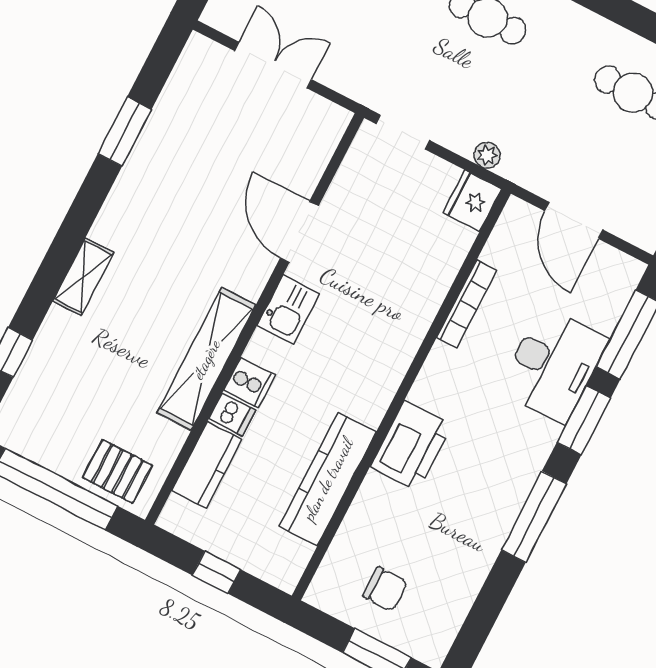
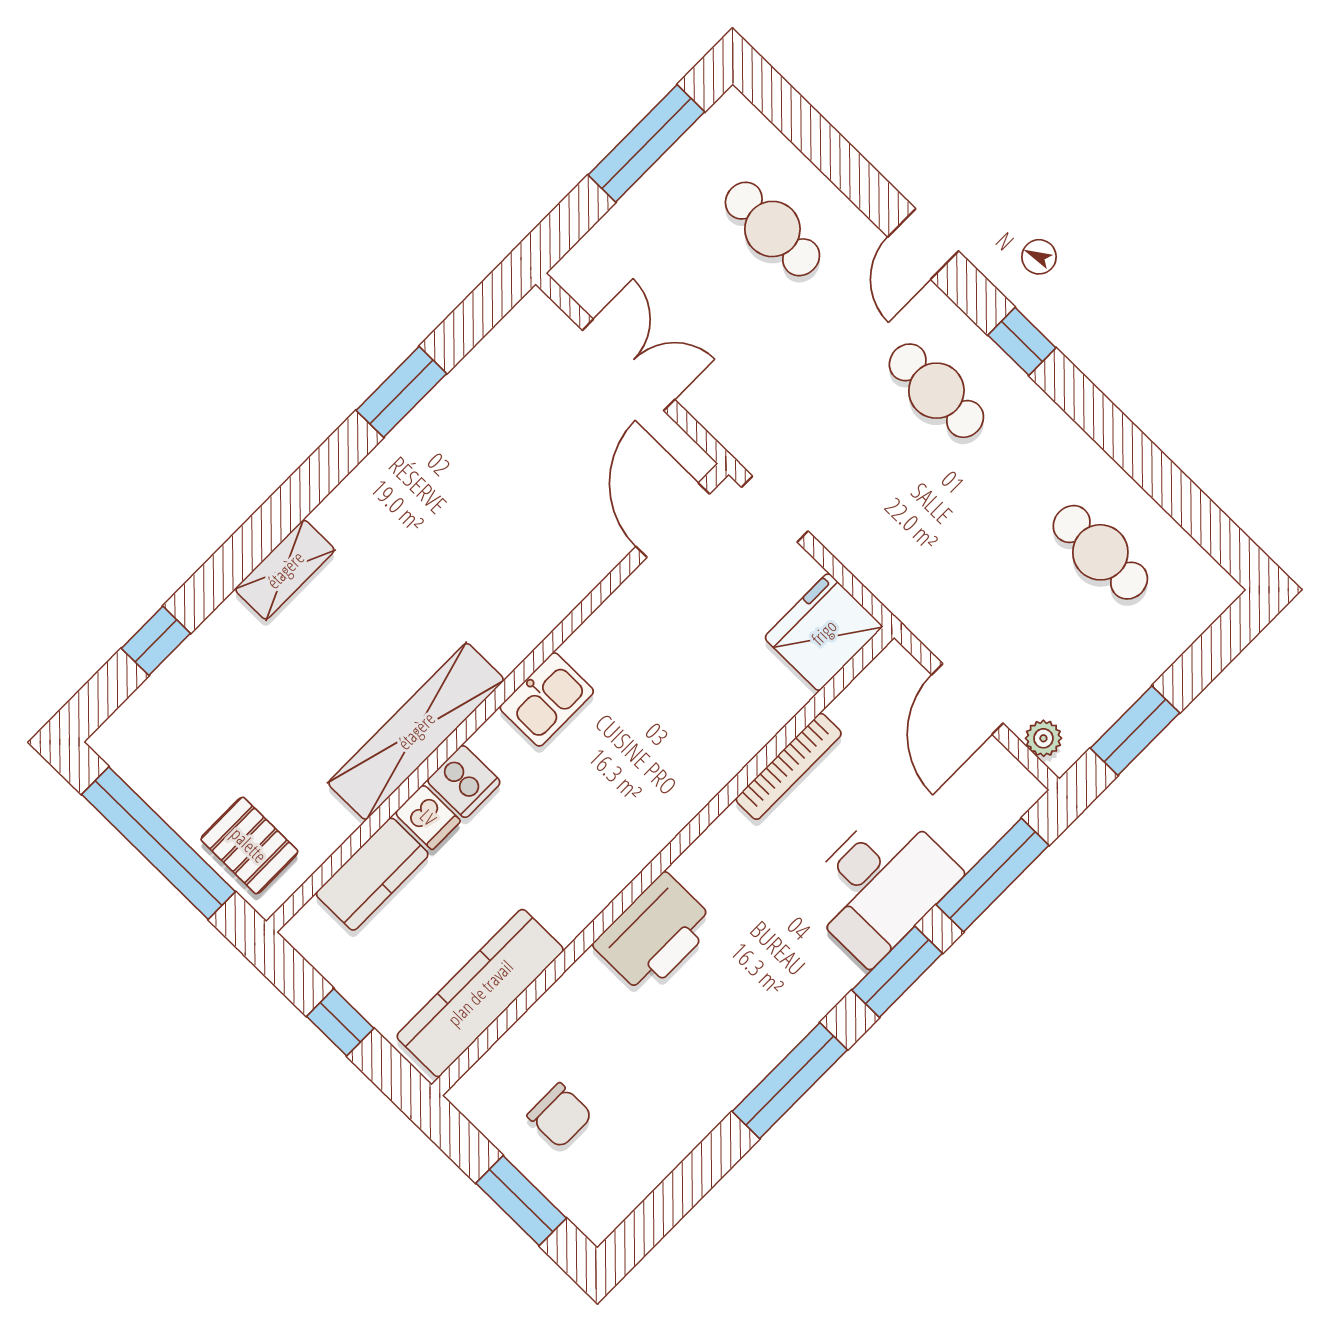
plant: (487, 155) -> (1043, 738), moved
fridge: (472, 201) -> (824, 632), width x1.36, depth x1.34
door: (299, 232) -> (673, 520), moved
kitchen counter: (328, 479) -> (480, 993), moved

